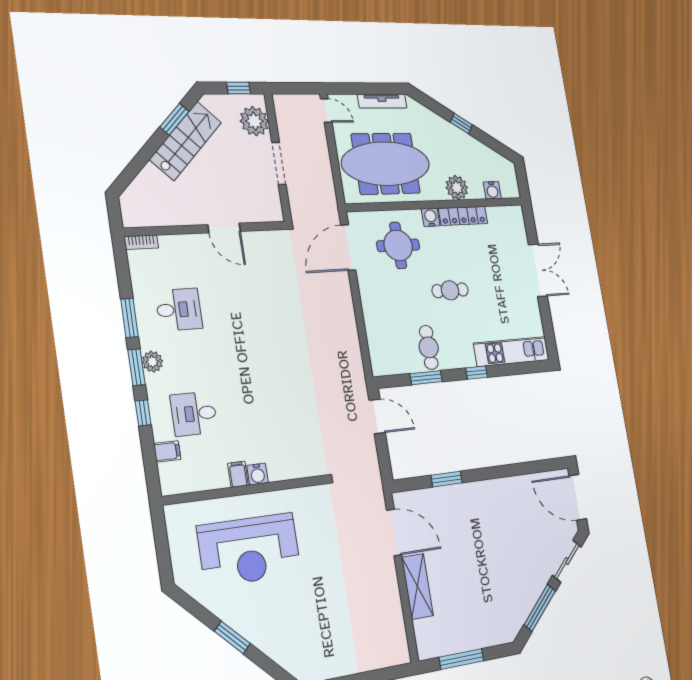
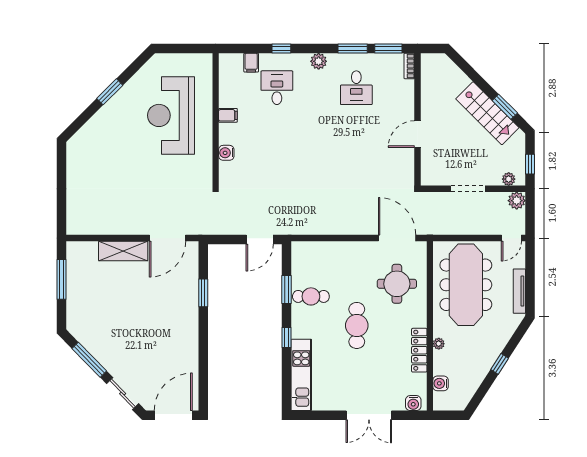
plant: (283, 104) -> (517, 201), added
plant: (254, 121) -> (509, 179), width x0.53, depth x0.53
plant: (457, 188) -> (439, 344), width x0.53, depth x0.53
water cooler: (431, 217) -> (413, 403), moved, turned 90
cafe table: (450, 290) -> (357, 325), width x1.37, depth x1.35
window: (137, 367) -> (388, 48), moved
water cooler: (258, 474) -> (226, 153), moved

